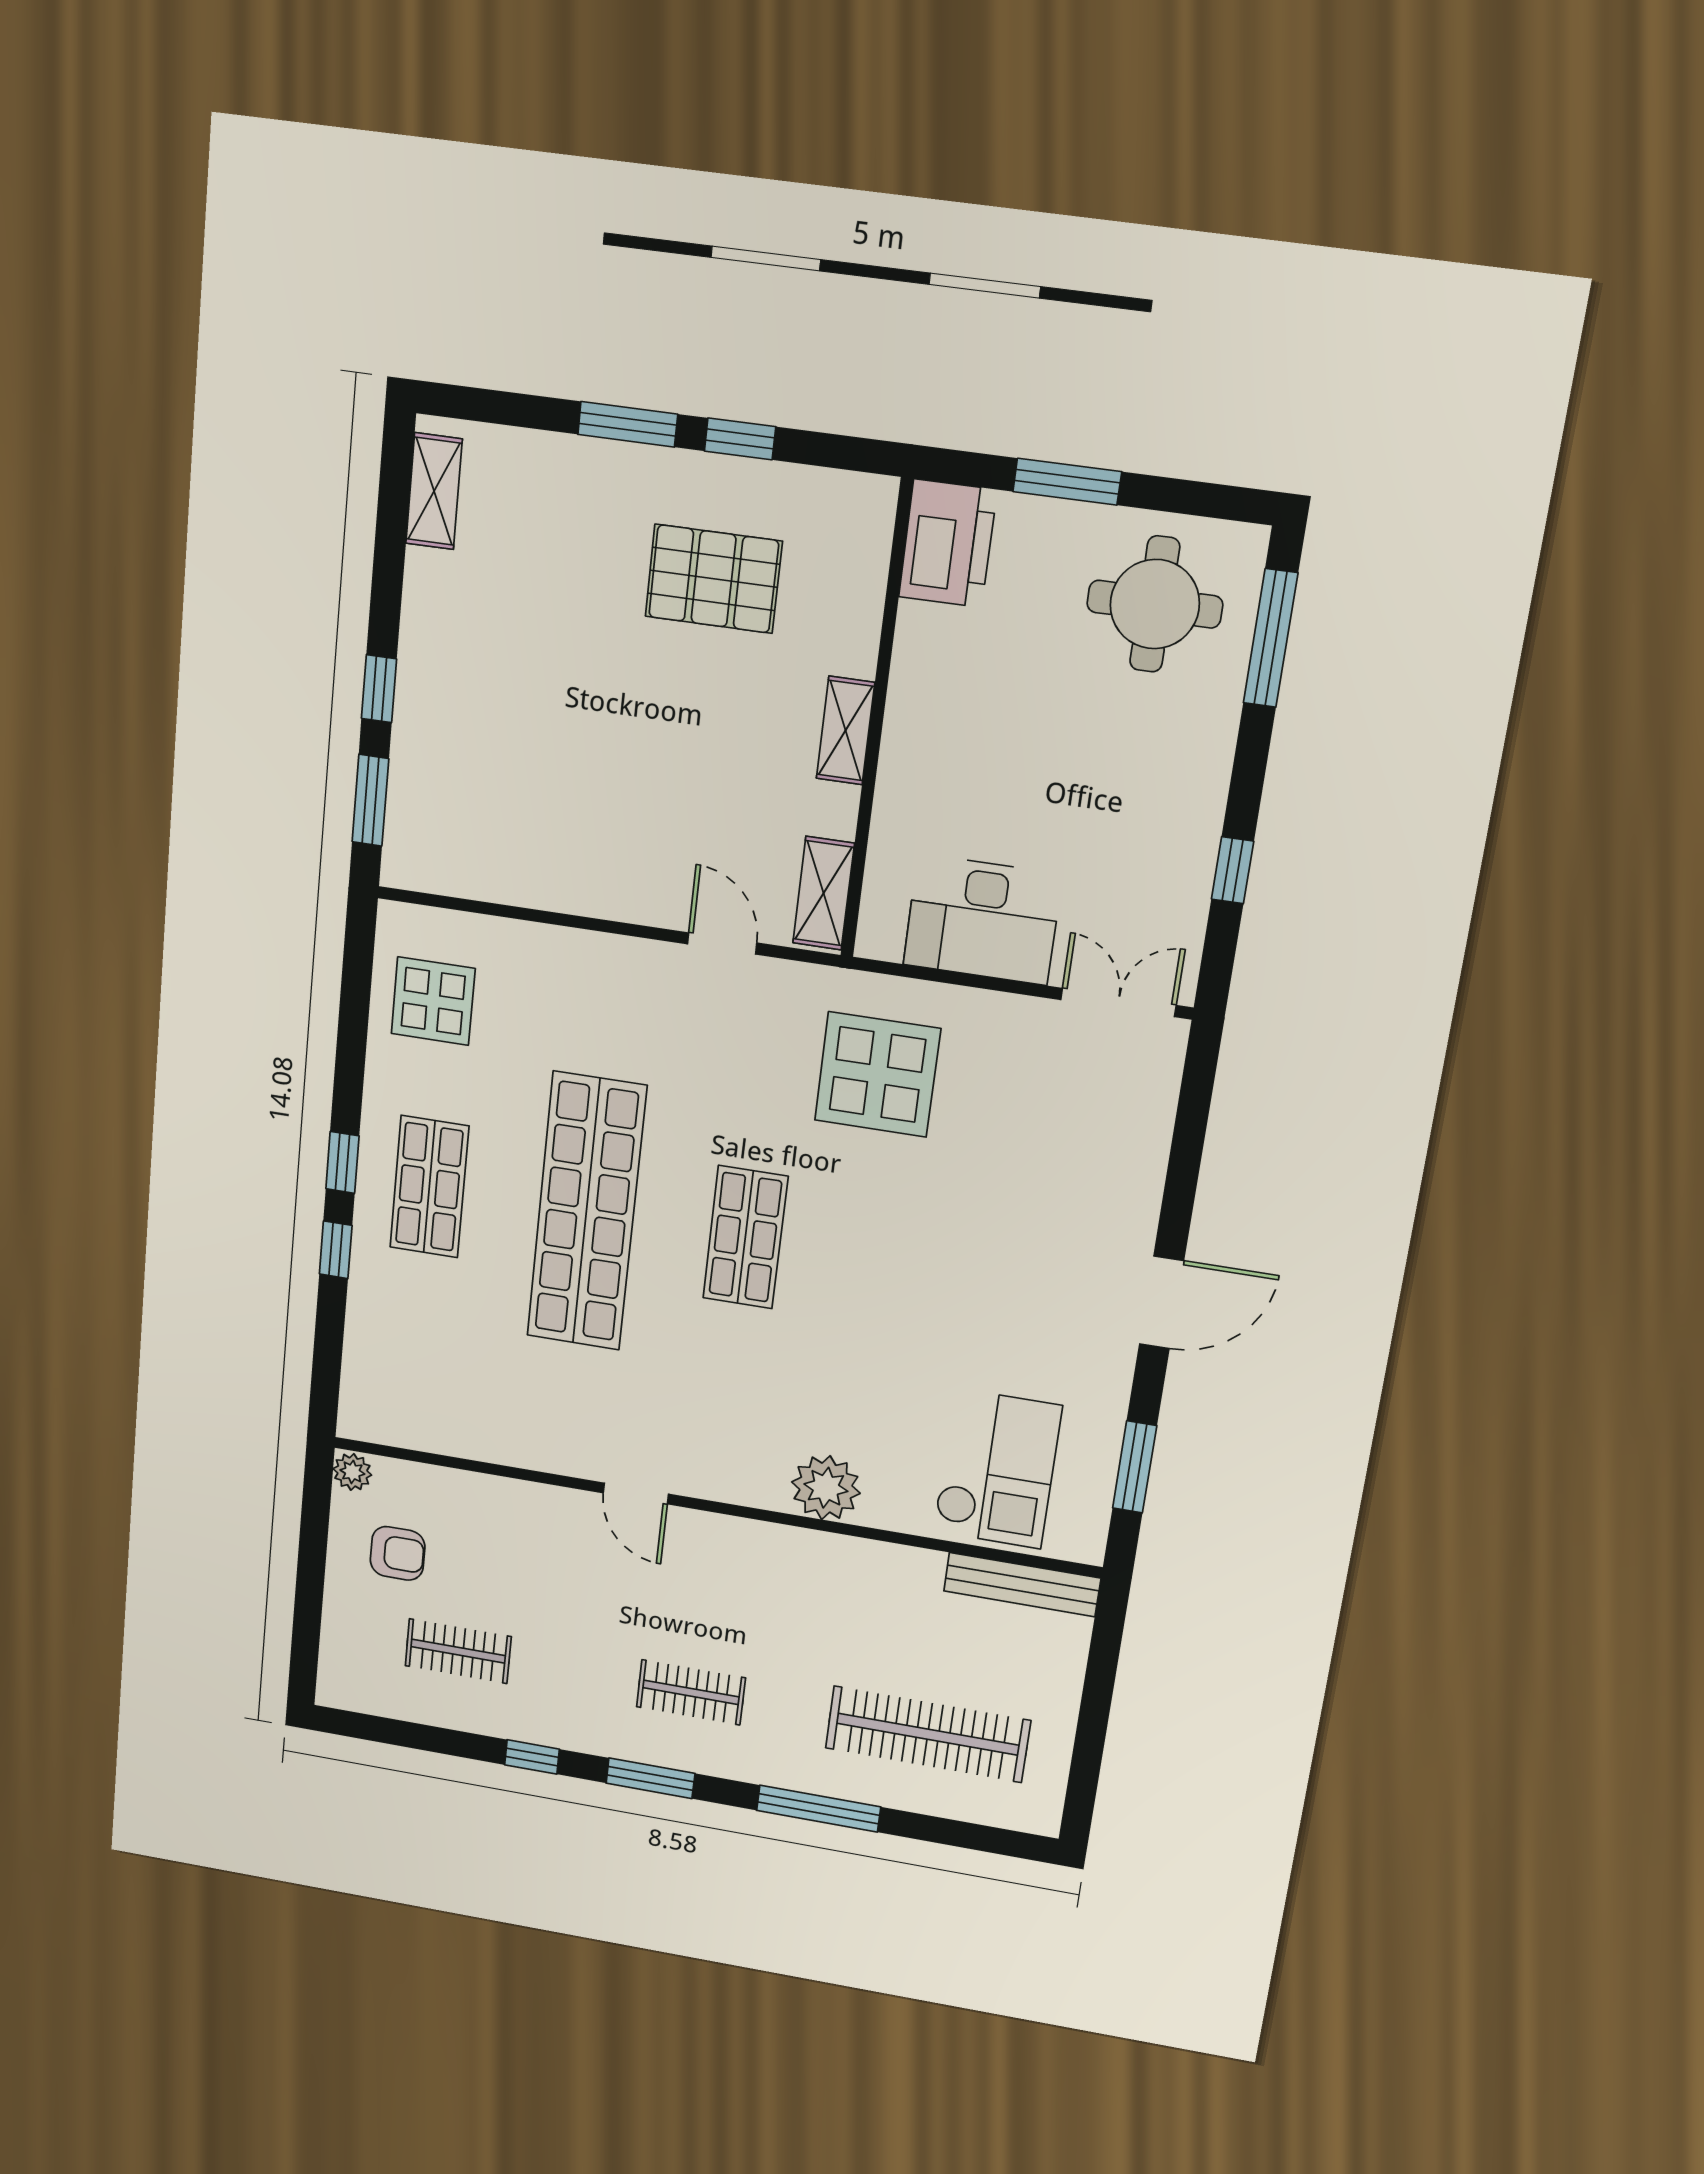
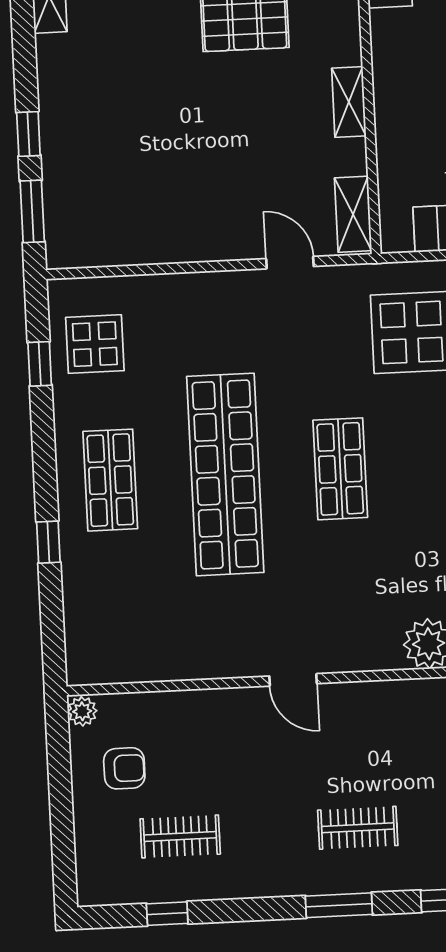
window: (342, 1162) -> (40, 364), moved
window: (532, 1757) -> (167, 914), moved

